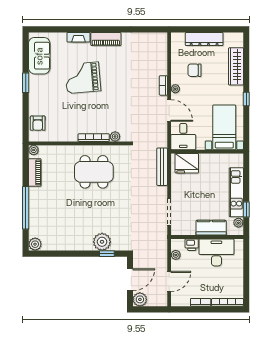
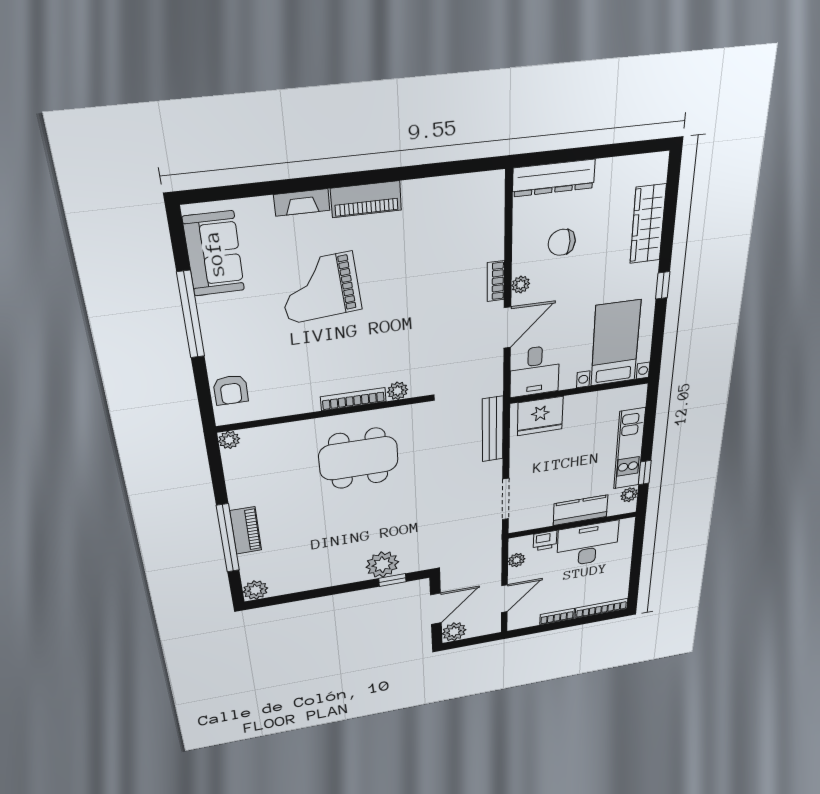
dresser: (204, 39) -> (554, 178), moved
window: (26, 83) -> (191, 315), width x2.11
door: (169, 110) -> (507, 328), hinge flipped
piano: (35, 172) -> (246, 530), moved

